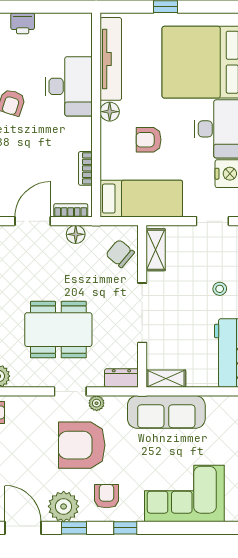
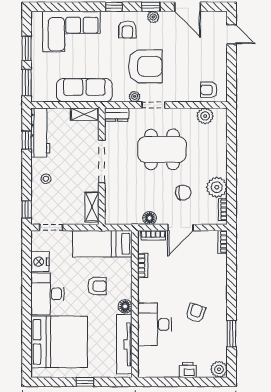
chair: (120, 254) -> (183, 193), moved, turned -44
plant: (64, 506) -> (153, 17), width x0.53, depth x0.53

